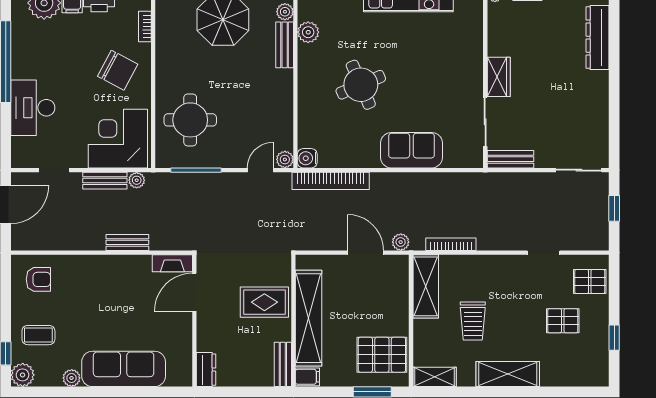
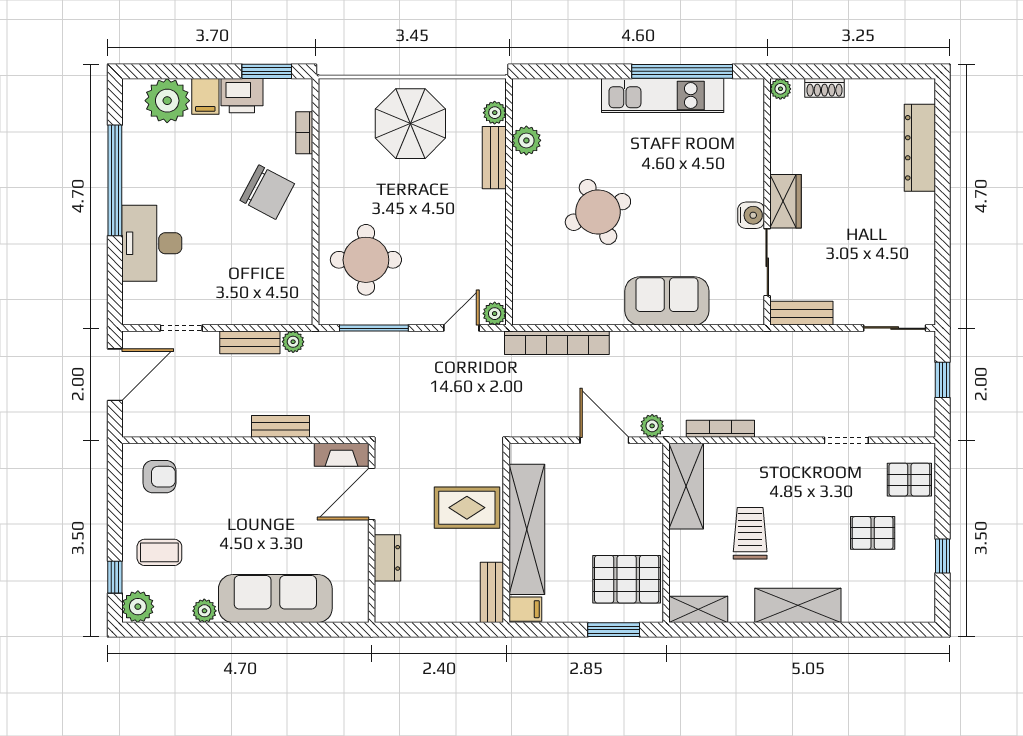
corner desk: (118, 139) -> (267, 285), removed
water cooler: (307, 158) -> (751, 215), moved, turned 180
trolley: (473, 321) -> (750, 533), turned 180
dresser: (206, 370) -> (387, 558), moved

